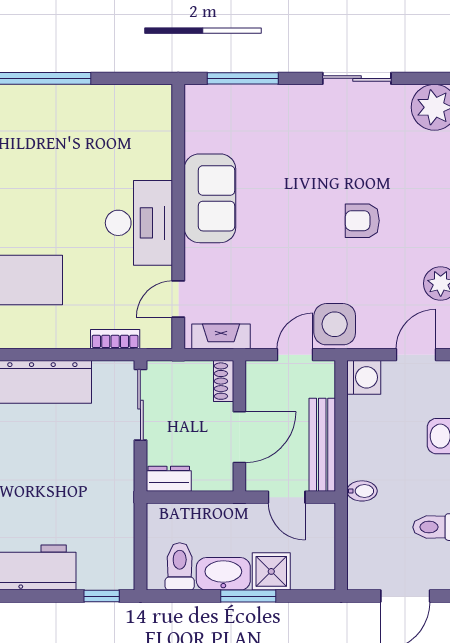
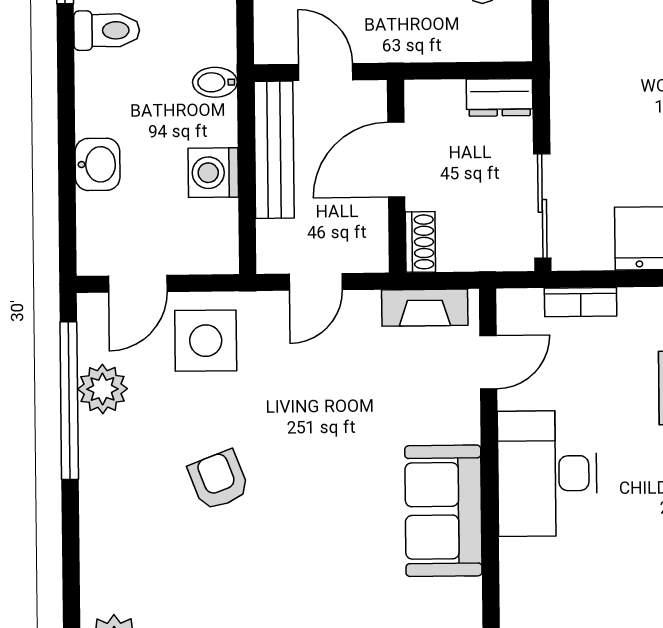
armchair: (362, 221) -> (219, 480), turned -111
side table: (335, 324) -> (206, 341), moved
washing machine: (364, 377) -> (213, 173), moved

